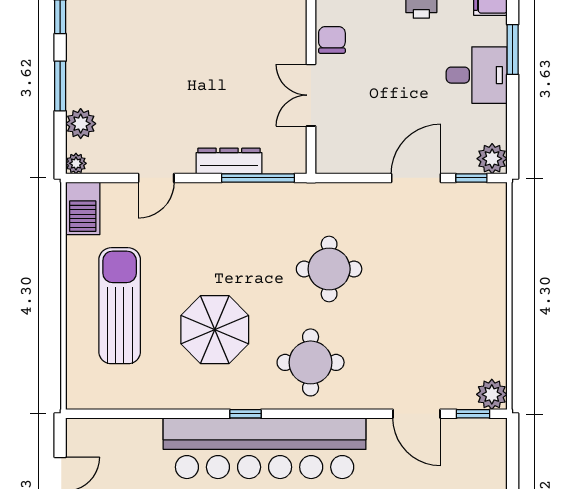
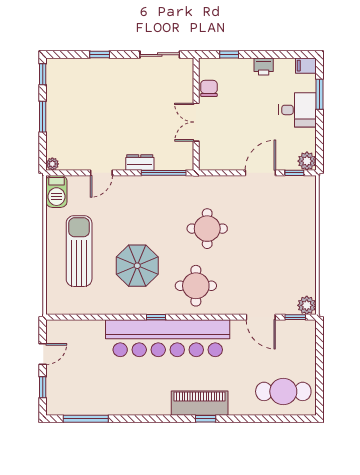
plant: (81, 124) -> (55, 140), removed
dresser: (229, 161) -> (140, 162), width x0.70

